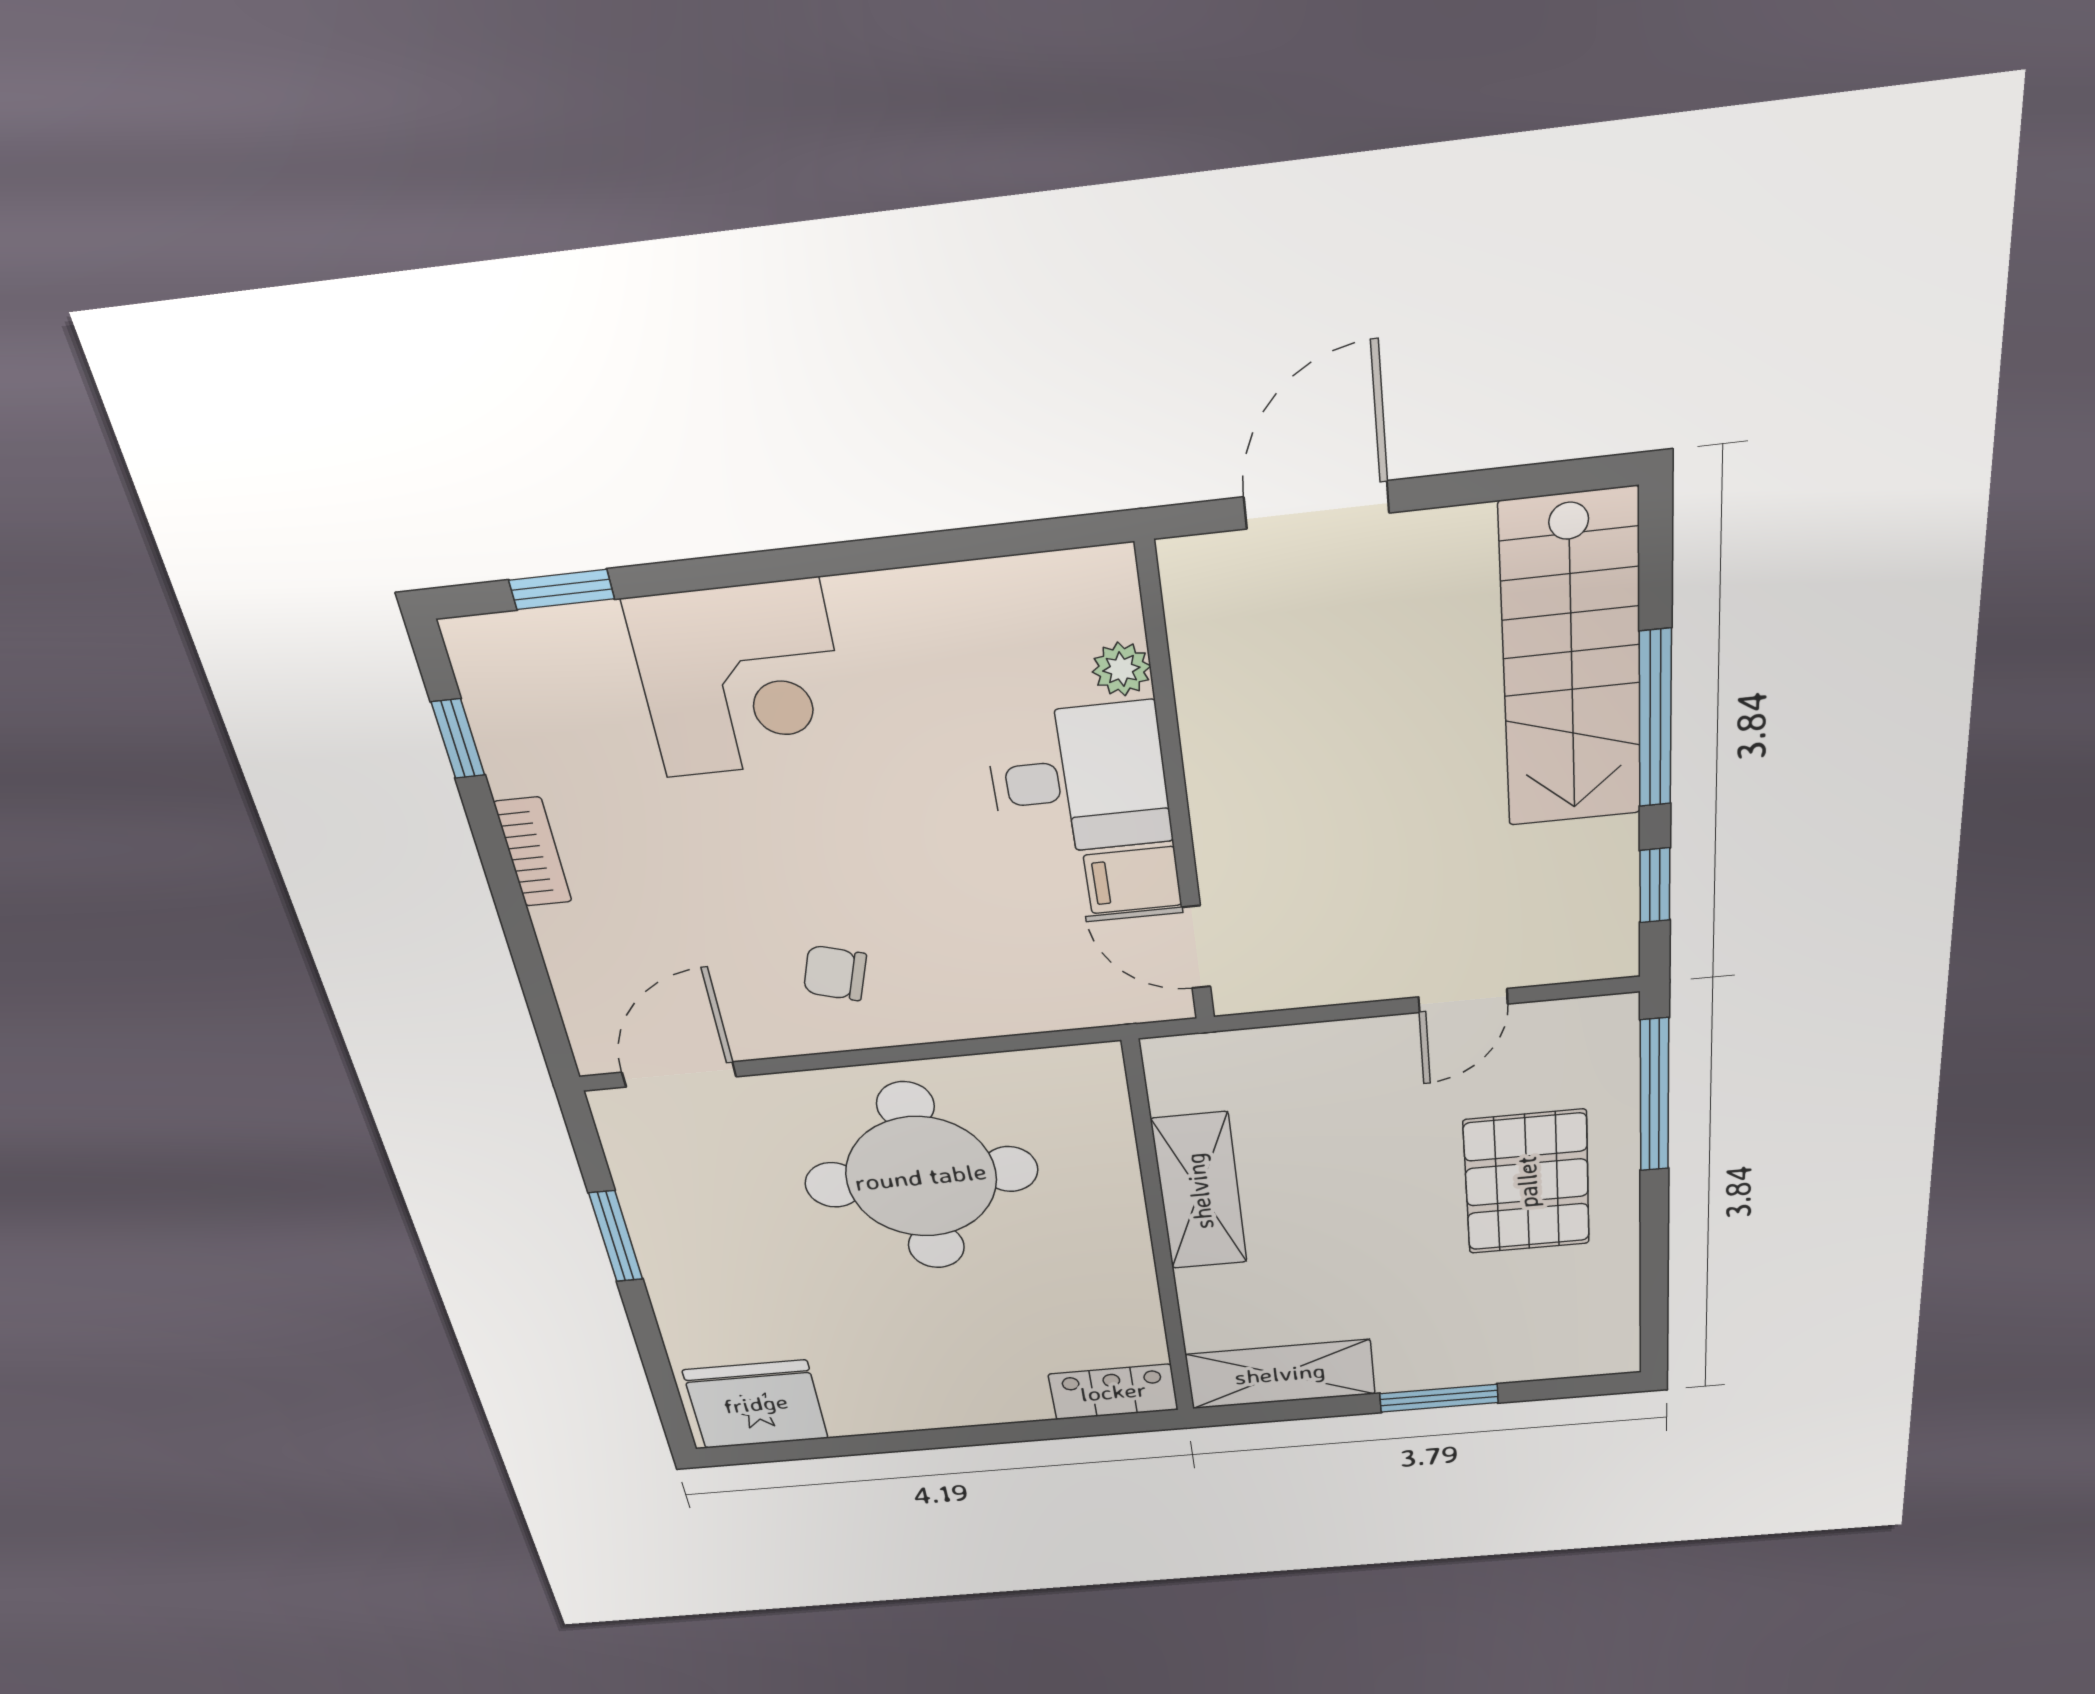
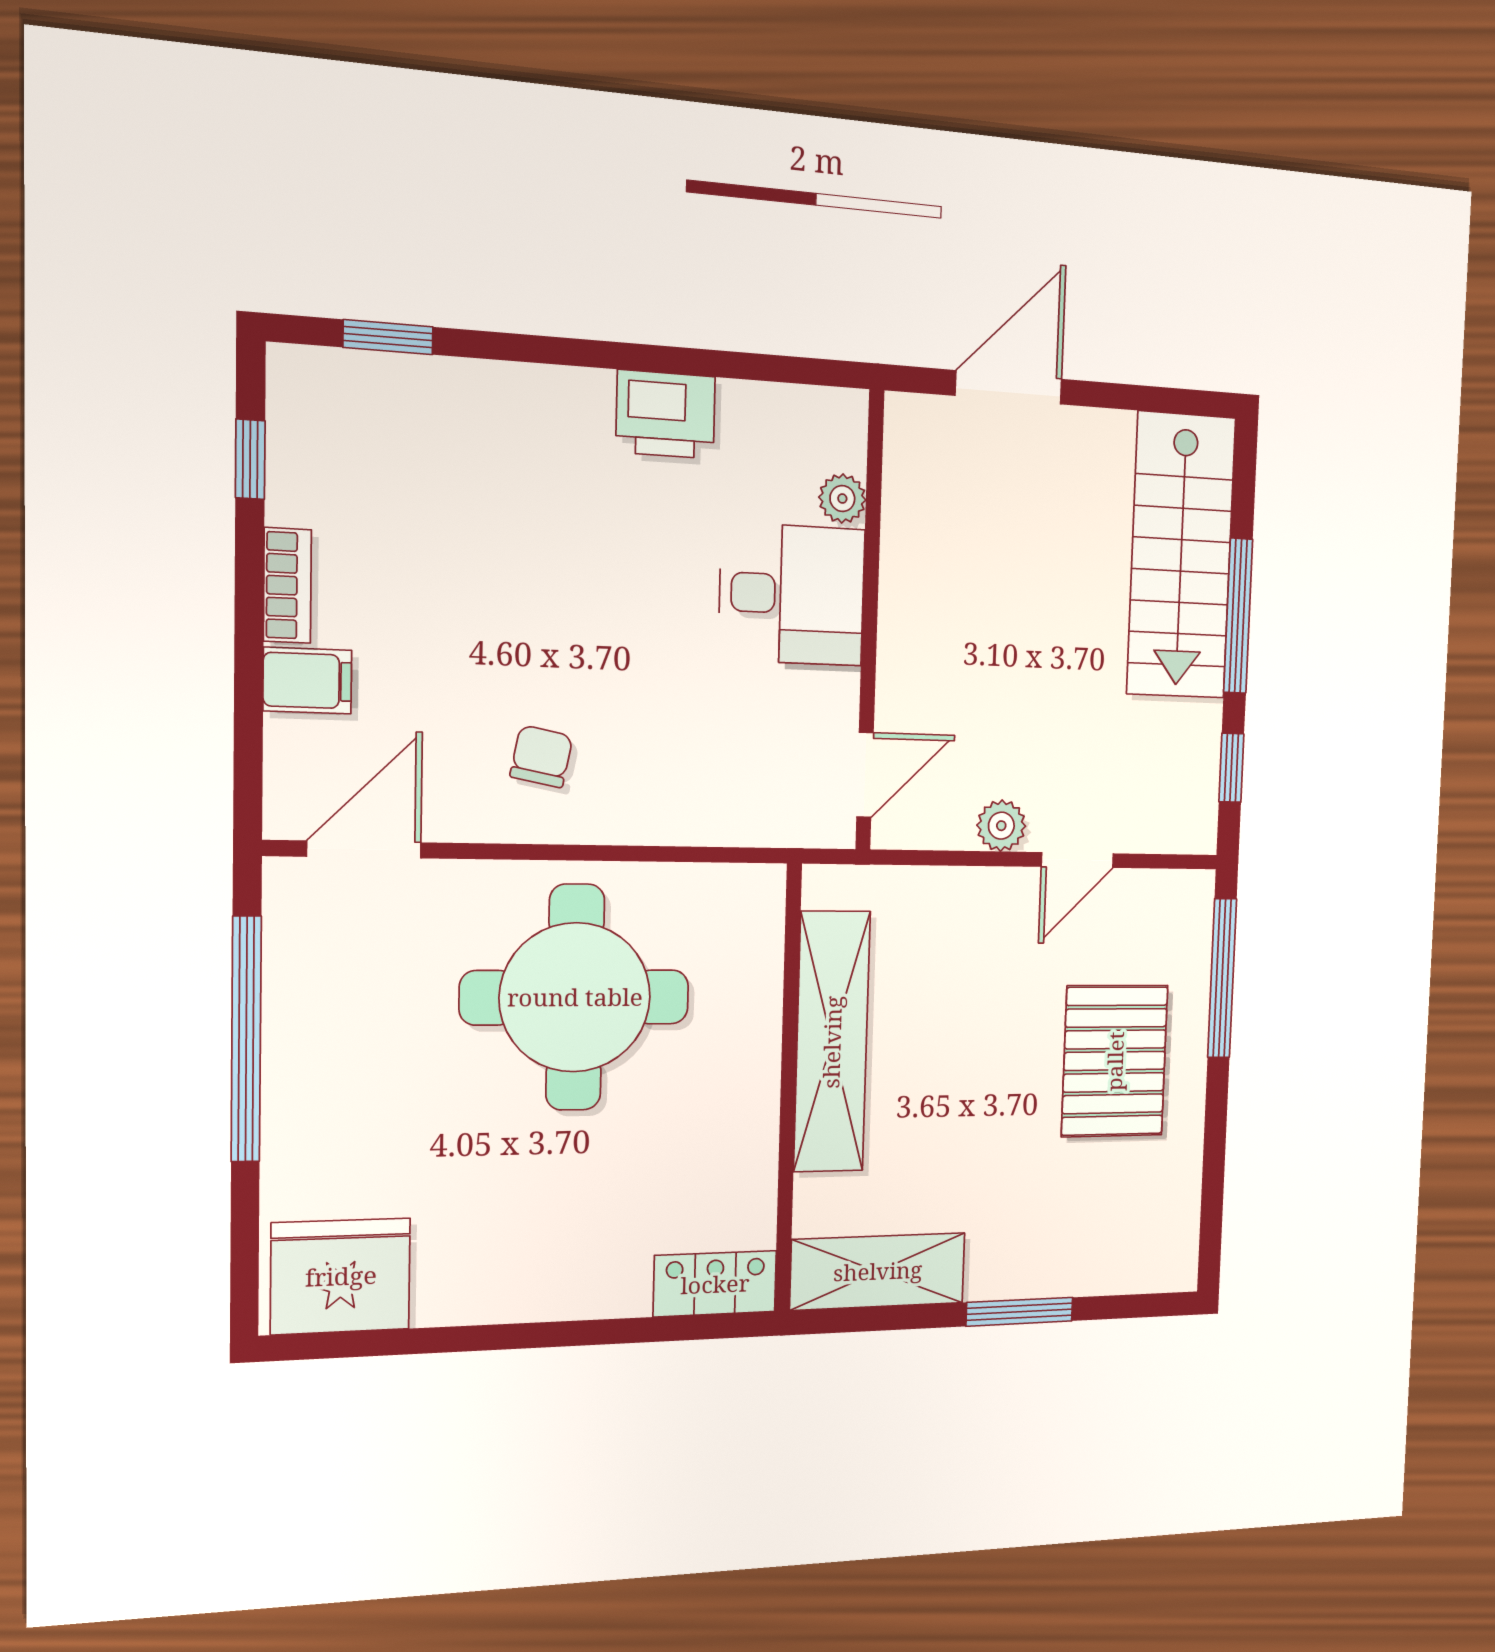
printer: (892, 614) -> (666, 414), added
corner desk: (741, 679) -> (524, 449), removed
filing cabinet: (1133, 880) -> (307, 681), moved, turned 180
door: (1196, 947) -> (865, 775), swing flipped
chair: (835, 973) -> (541, 756), turned 84
plant: (1366, 977) -> (1001, 826), added
shelving: (1199, 1191) -> (832, 1042), width x1.47
window: (616, 1236) -> (246, 1039), width x2.11

